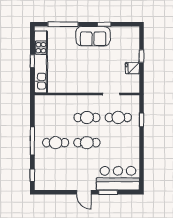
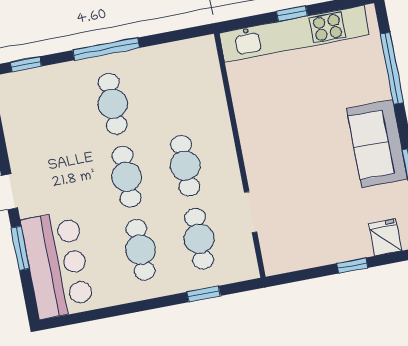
fridge: (132, 68) -> (385, 237), moved
cafe table: (118, 143) -> (141, 250), added

